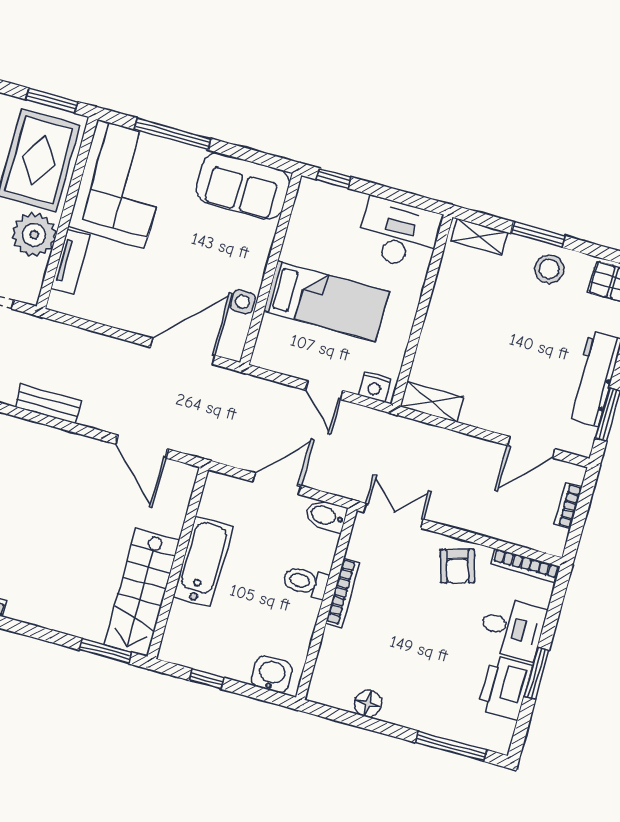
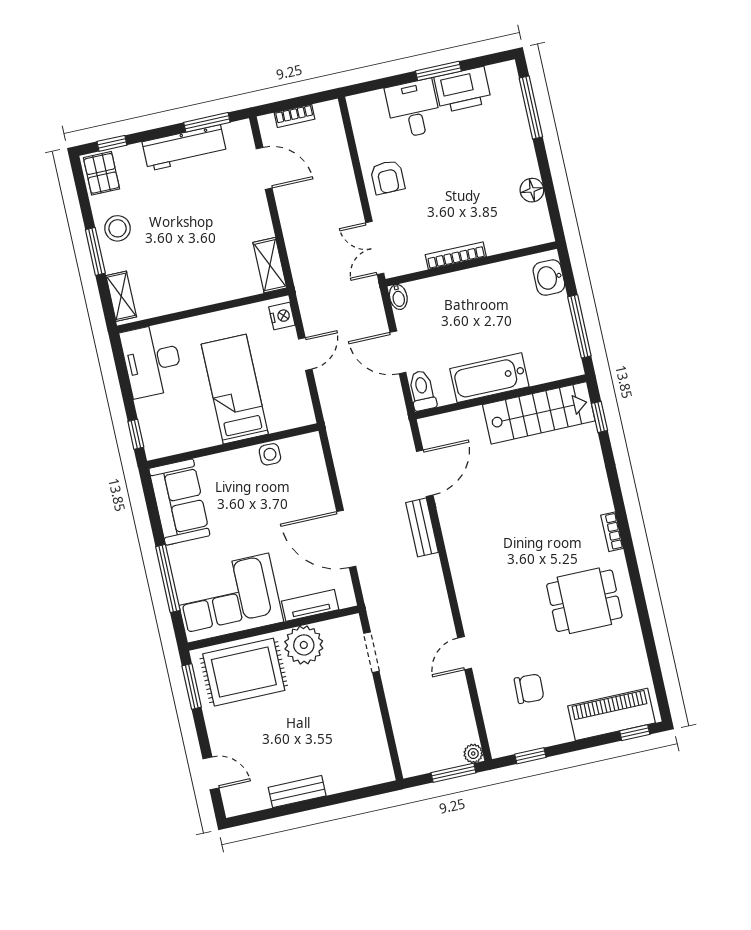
door: (183, 351) -> (346, 539), moved
bench: (48, 404) -> (422, 527), moved
bidet: (326, 516) -> (398, 297), width x0.72, depth x0.74
armchair: (457, 566) -> (388, 177), turned 106
bookcase: (526, 566) -> (359, 124), removed
toilet: (305, 582) -> (422, 391), moved, turned 180
window: (105, 651) -> (599, 417), width x0.67
window: (207, 679) -> (579, 326), width x2.17

